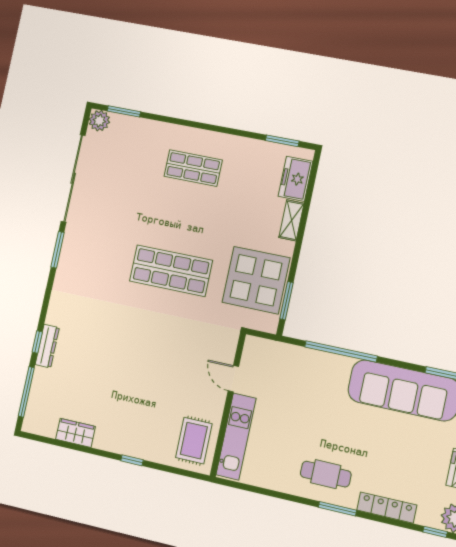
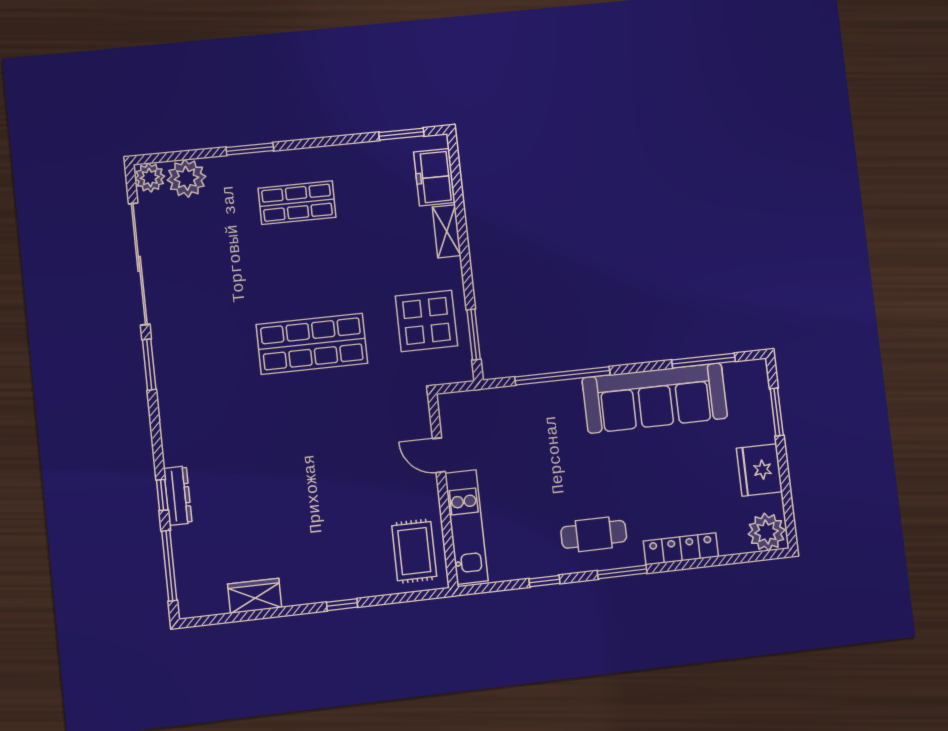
window: (124, 111) -> (250, 149), moved
plant: (124, 128) -> (187, 178), added
display table: (256, 280) -> (426, 321), width x0.73, depth x0.73
window: (435, 532) -> (544, 581), moved

